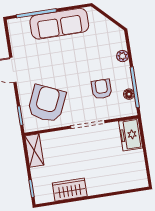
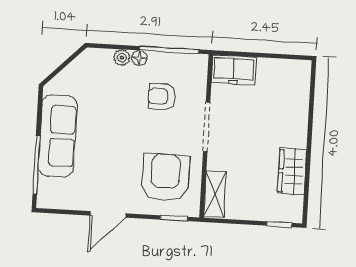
floor lamp: (129, 94) -> (139, 58), moved
armchair: (47, 104) -> (165, 178), turned 66
shelving: (34, 150) -> (215, 194), moved, turned 90

